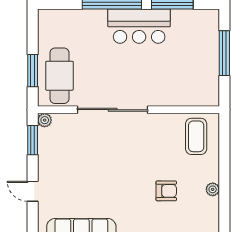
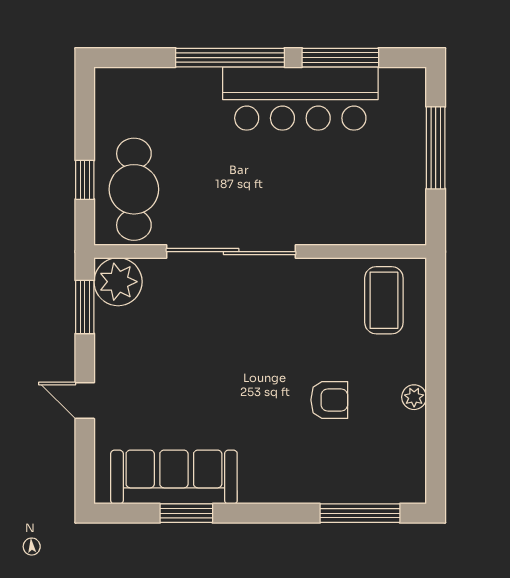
bar counter: (139, 26) -> (300, 98), width x1.36
window: (33, 71) -> (85, 180), width x0.67
plant: (45, 120) -> (118, 282), width x1.88, depth x1.88

